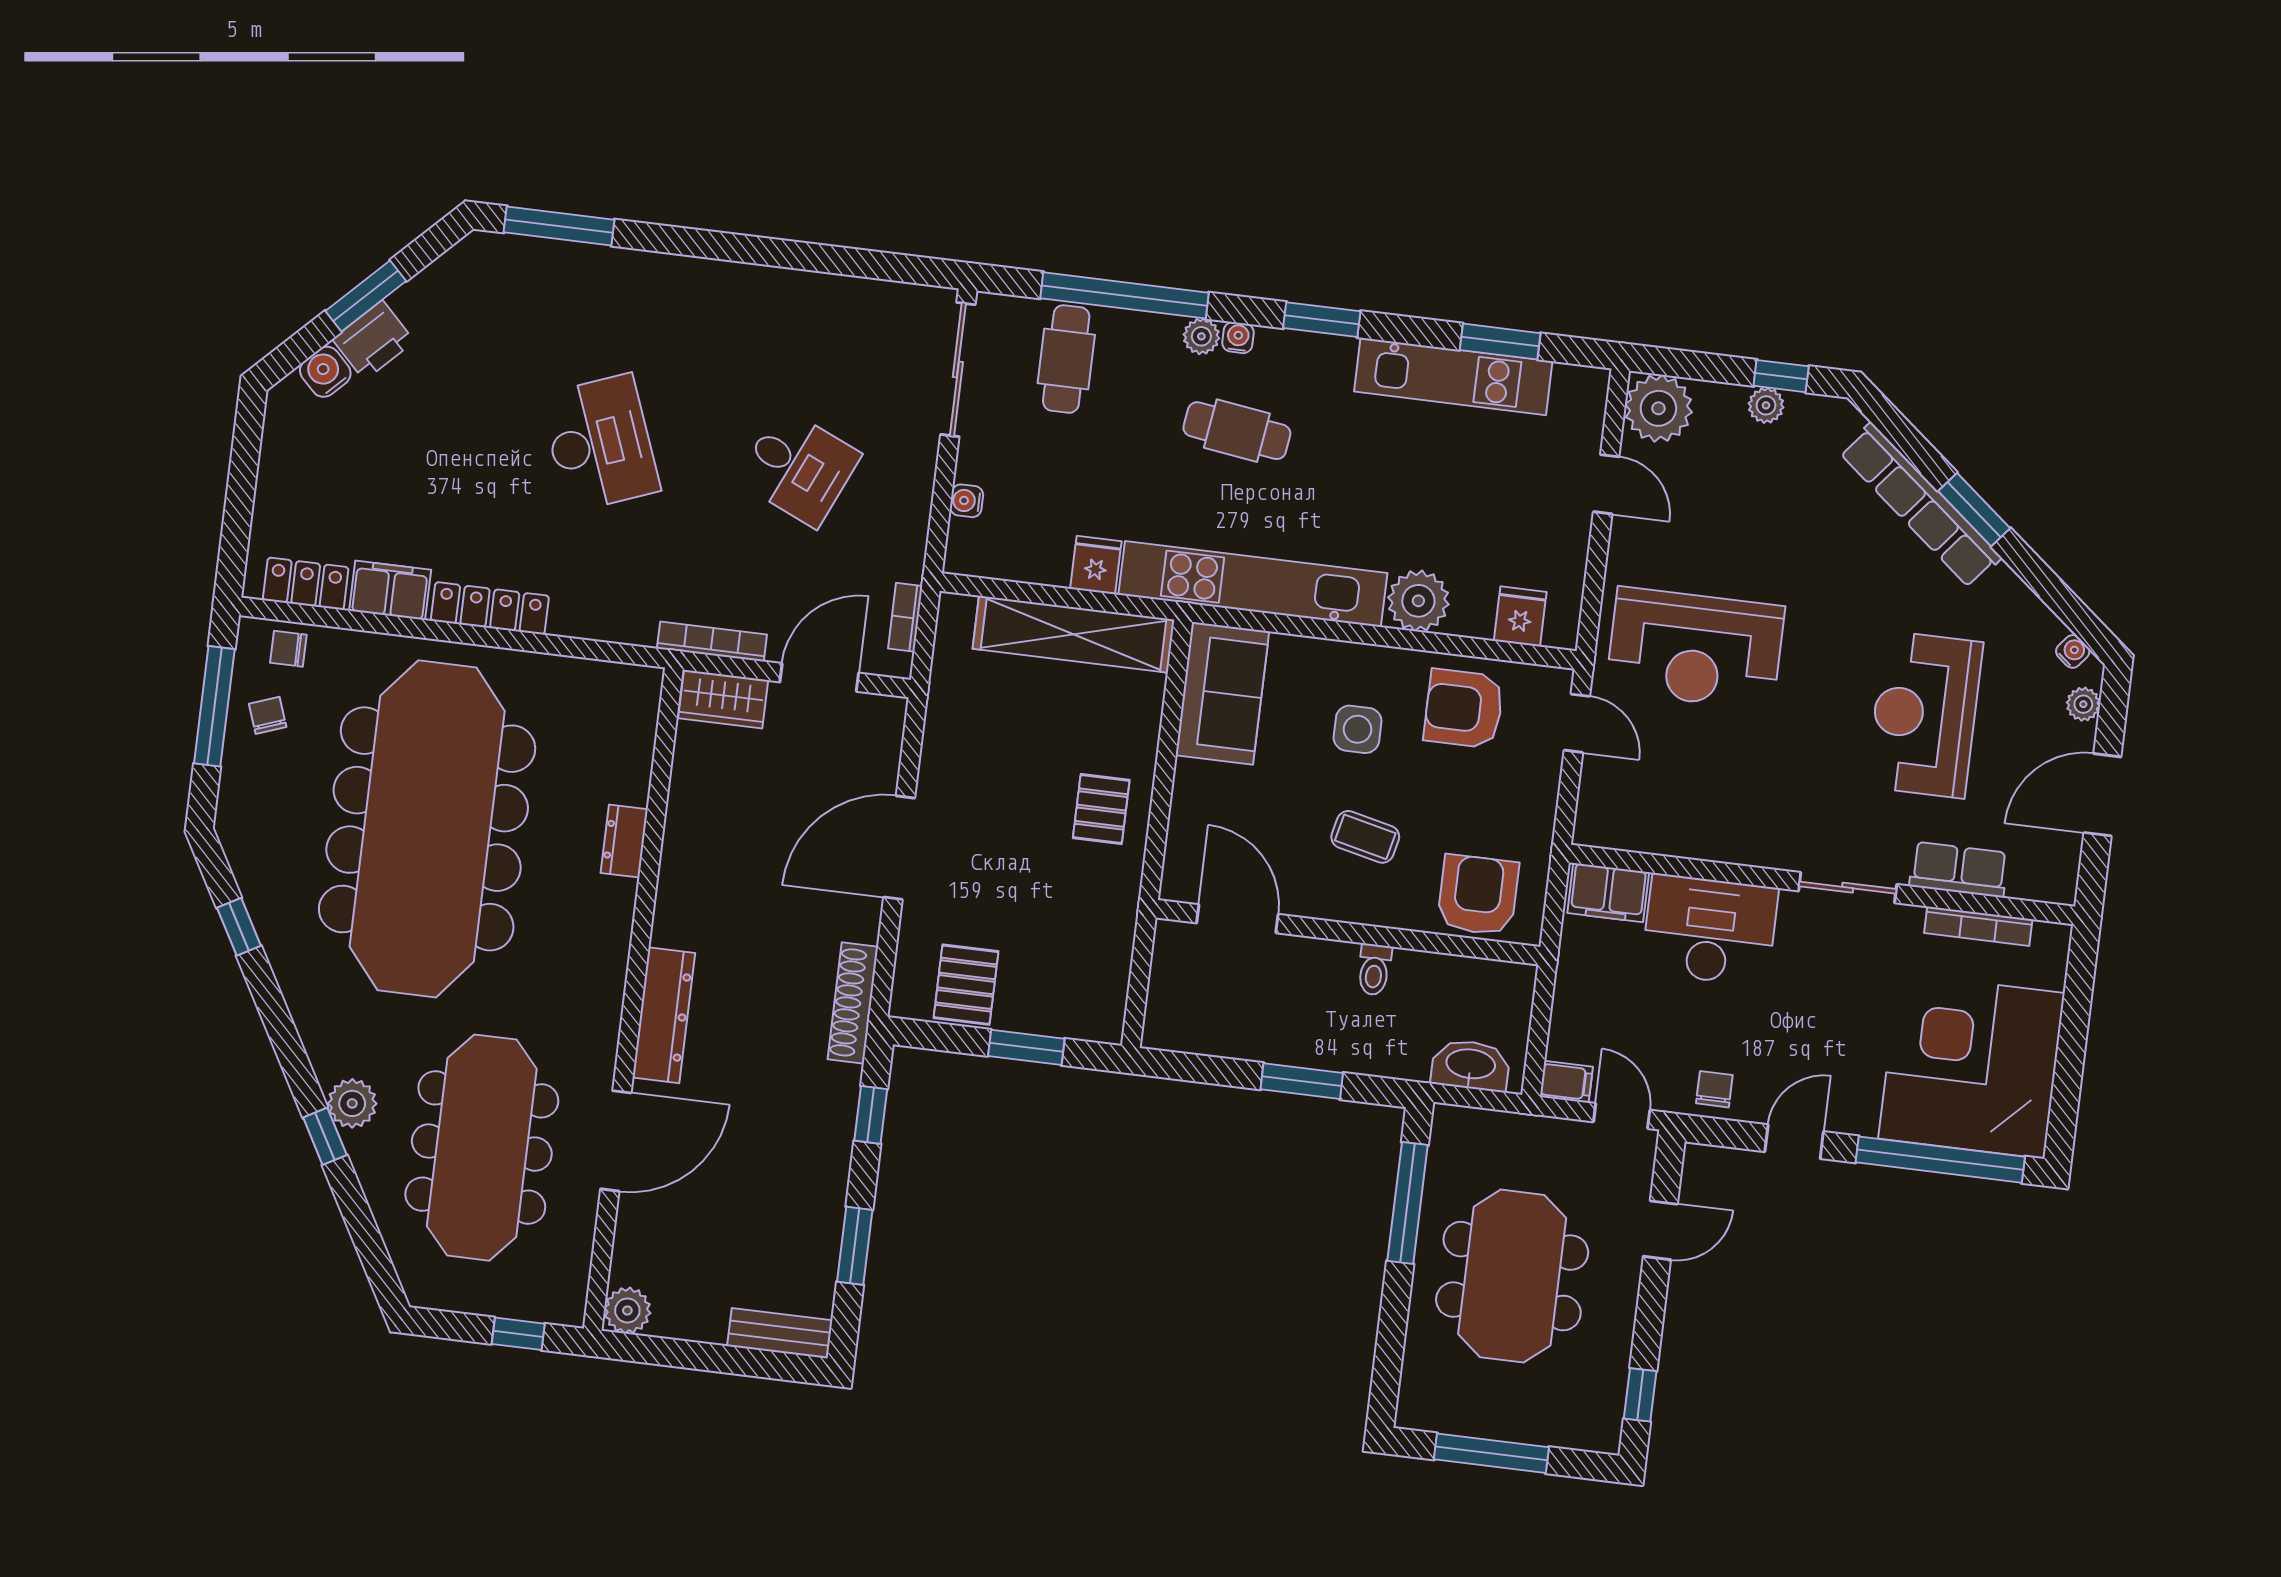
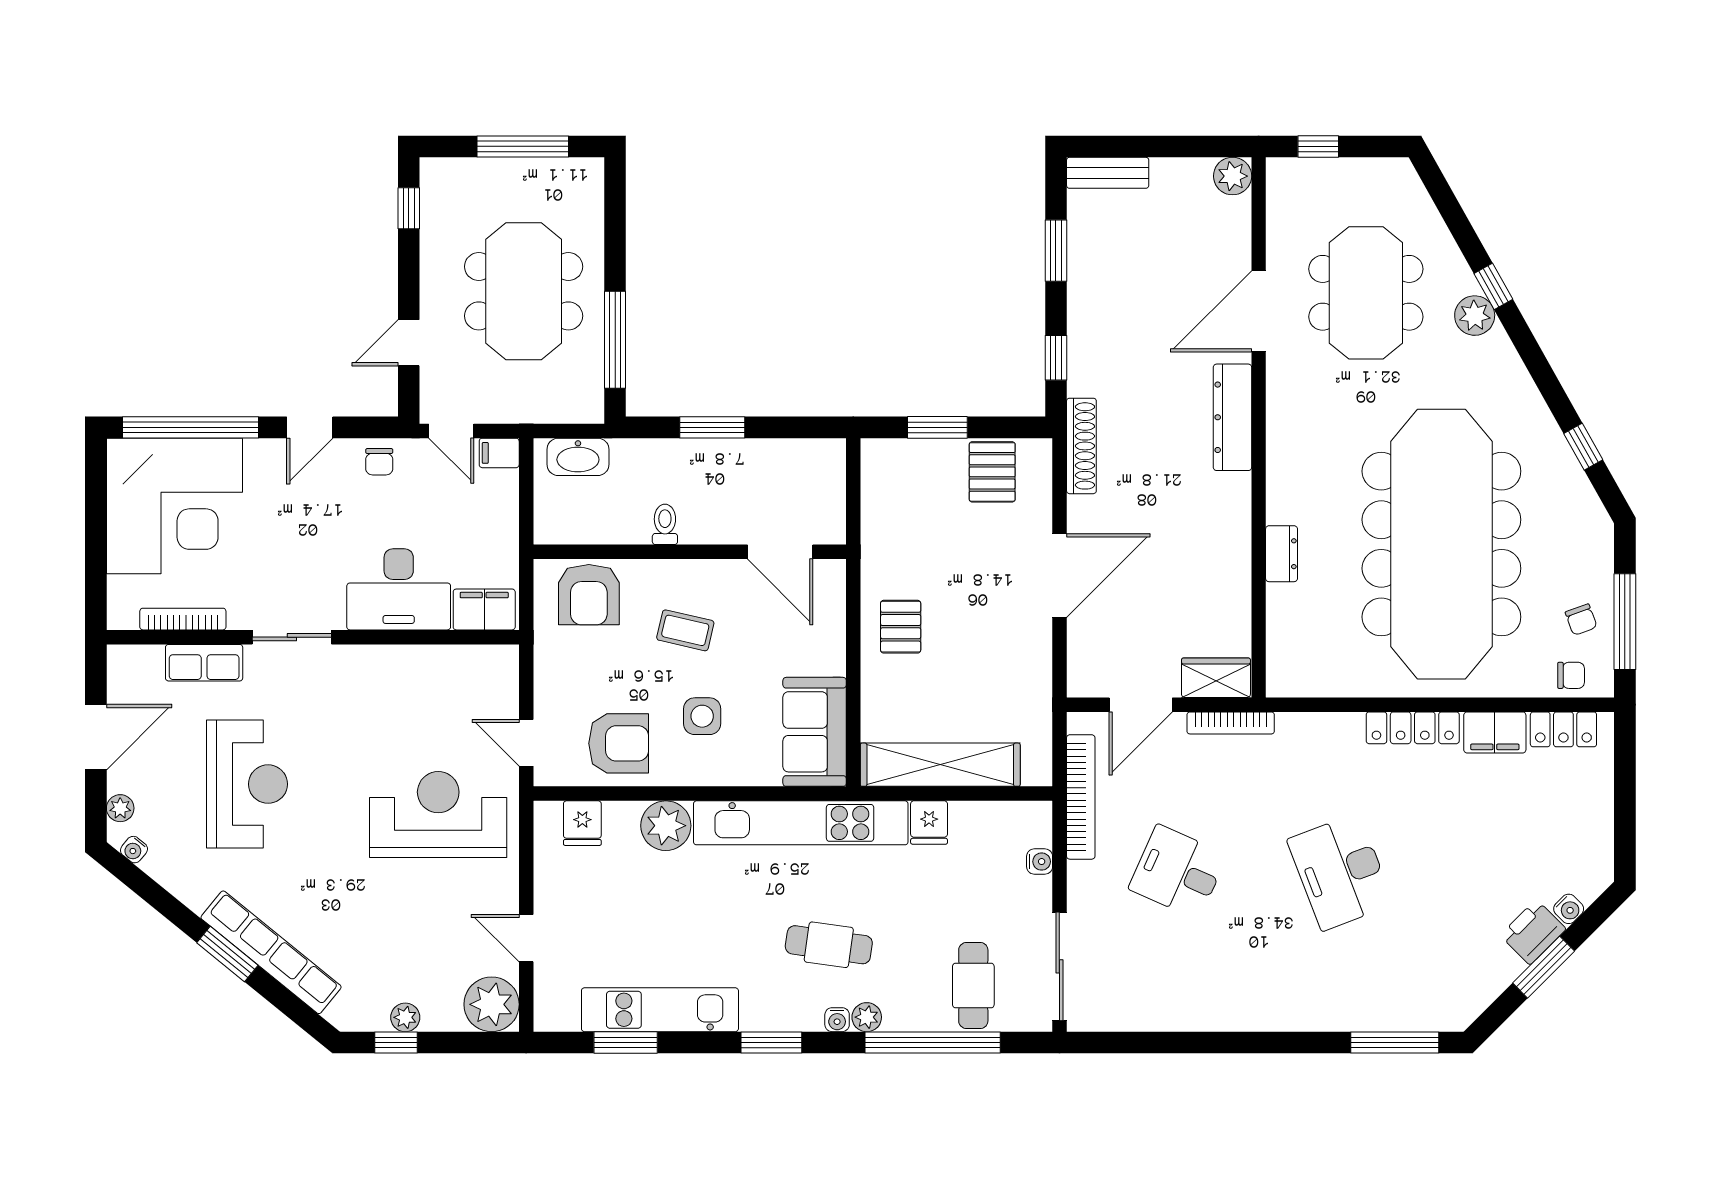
water cooler: (325, 372) -> (1569, 909), width x0.72, depth x0.72
bookcase: (905, 617) -> (1081, 797), width x2.31, depth x1.31
meeting table: (482, 1148) -> (1366, 293), width x0.73

